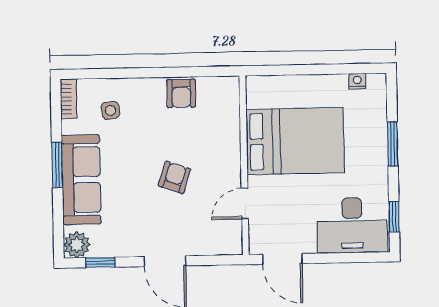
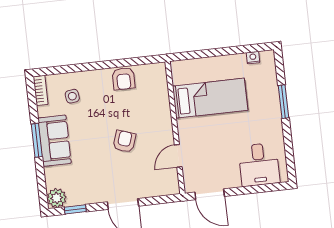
bed: (295, 141) -> (210, 98), width x0.67
sofa: (81, 180) -> (54, 141), width x0.73
window: (394, 217) -> (289, 155), removed
desk: (352, 225) -> (259, 165), width x0.73

